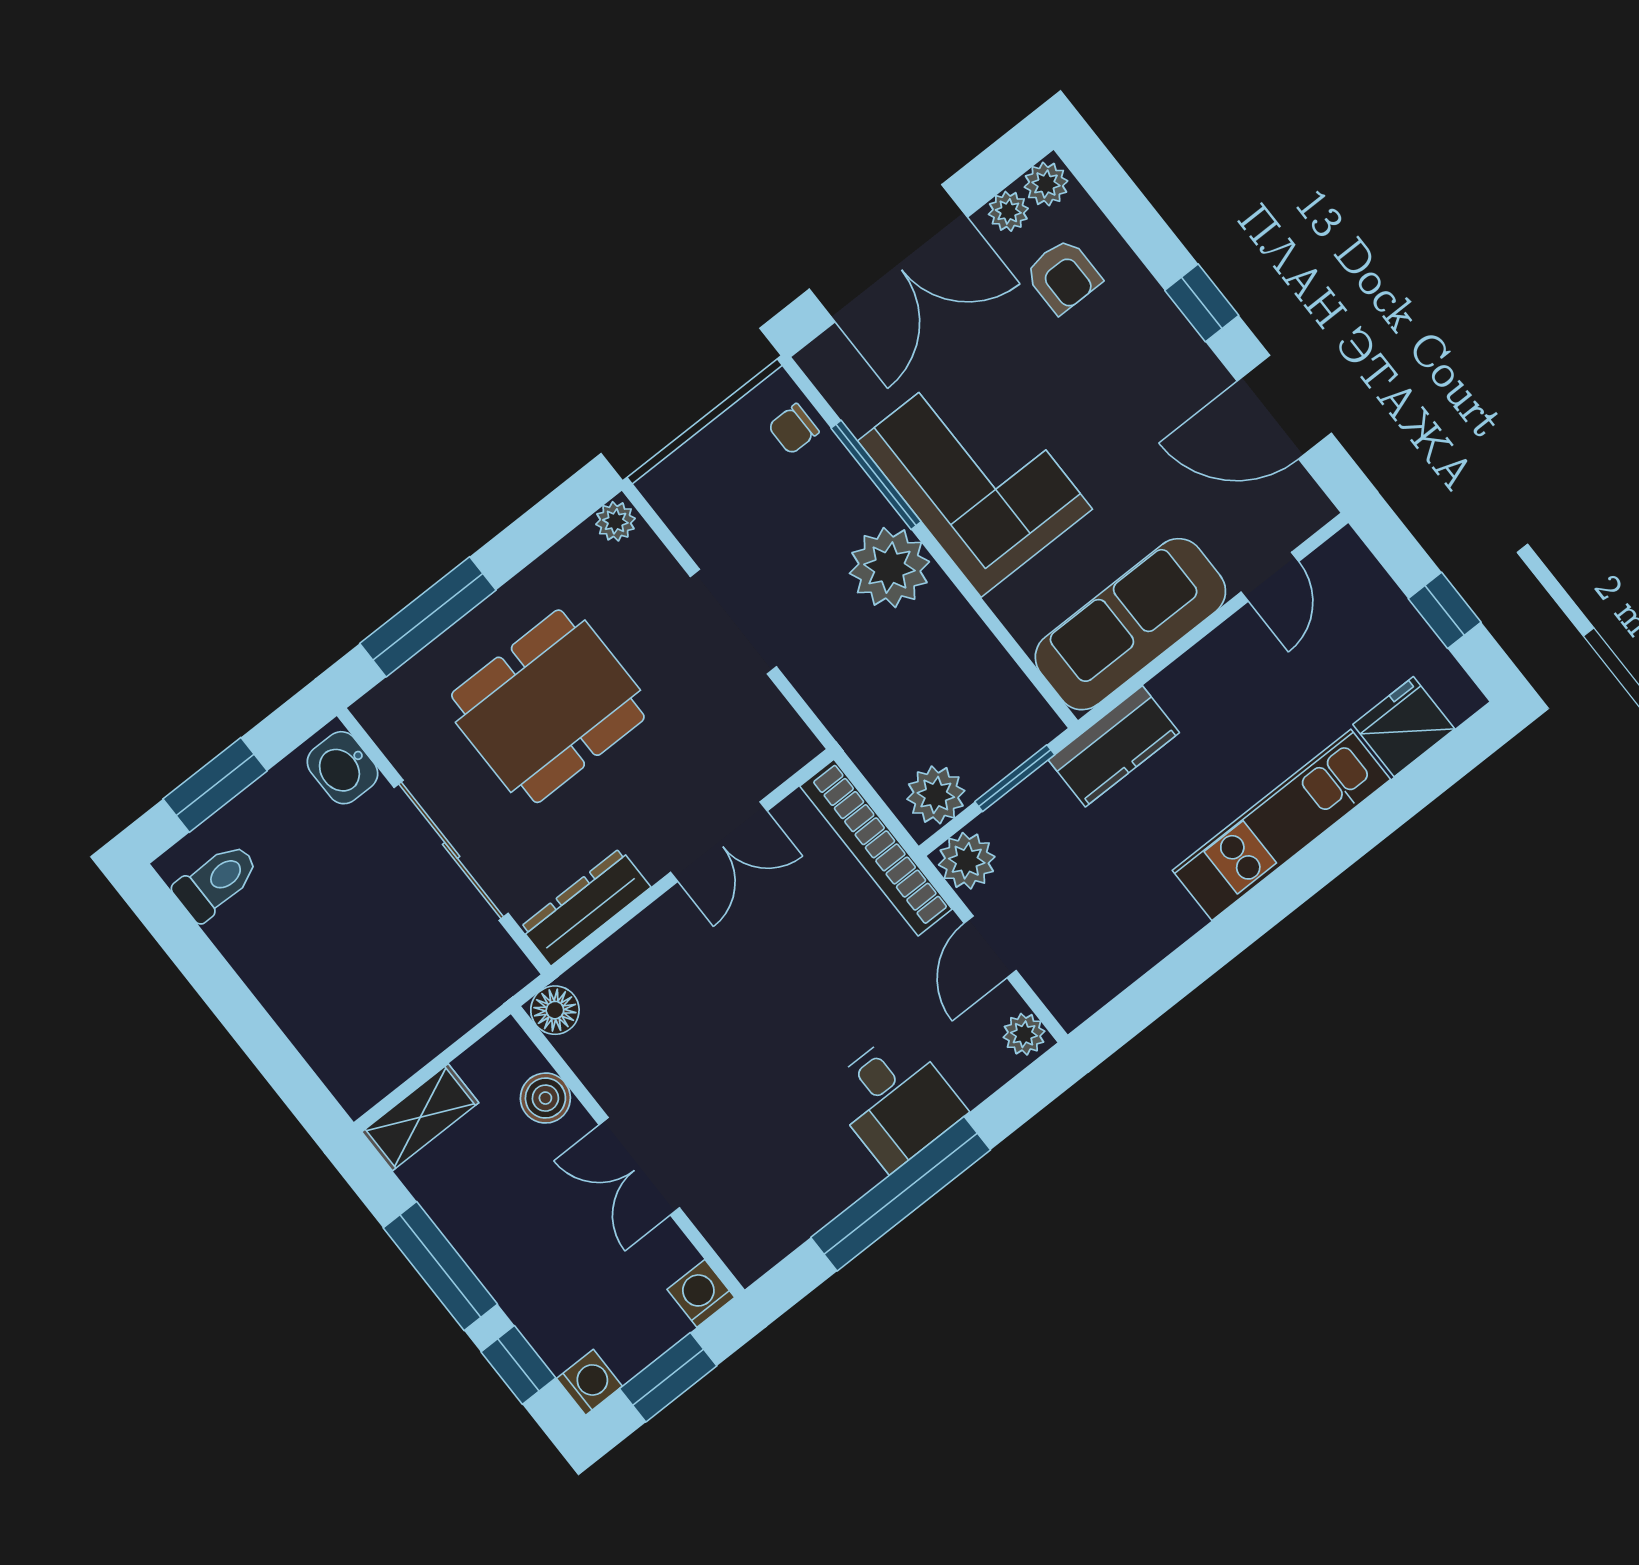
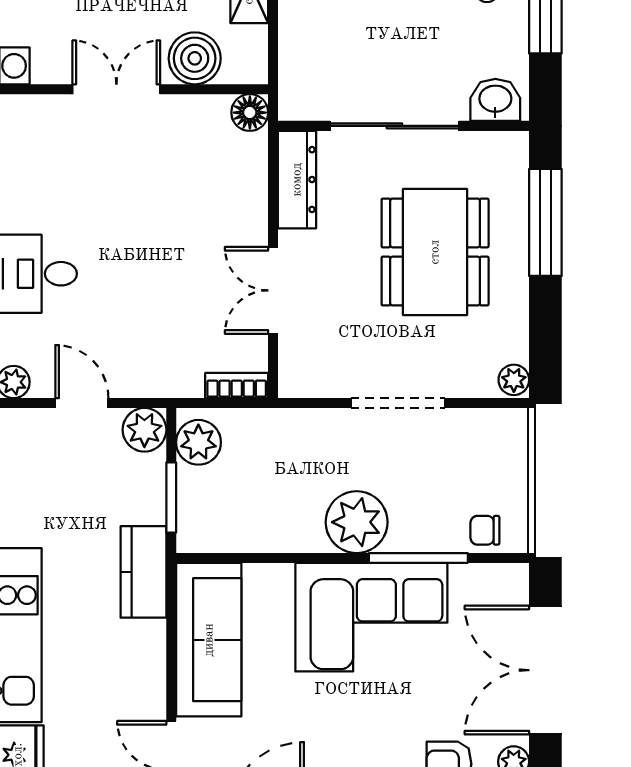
chair: (794, 429) -> (485, 530), turned -90
bookcase: (876, 848) -> (237, 386), width x0.43, depth x0.76
boiler: (545, 1098) -> (195, 58), width x1.36, depth x1.36

